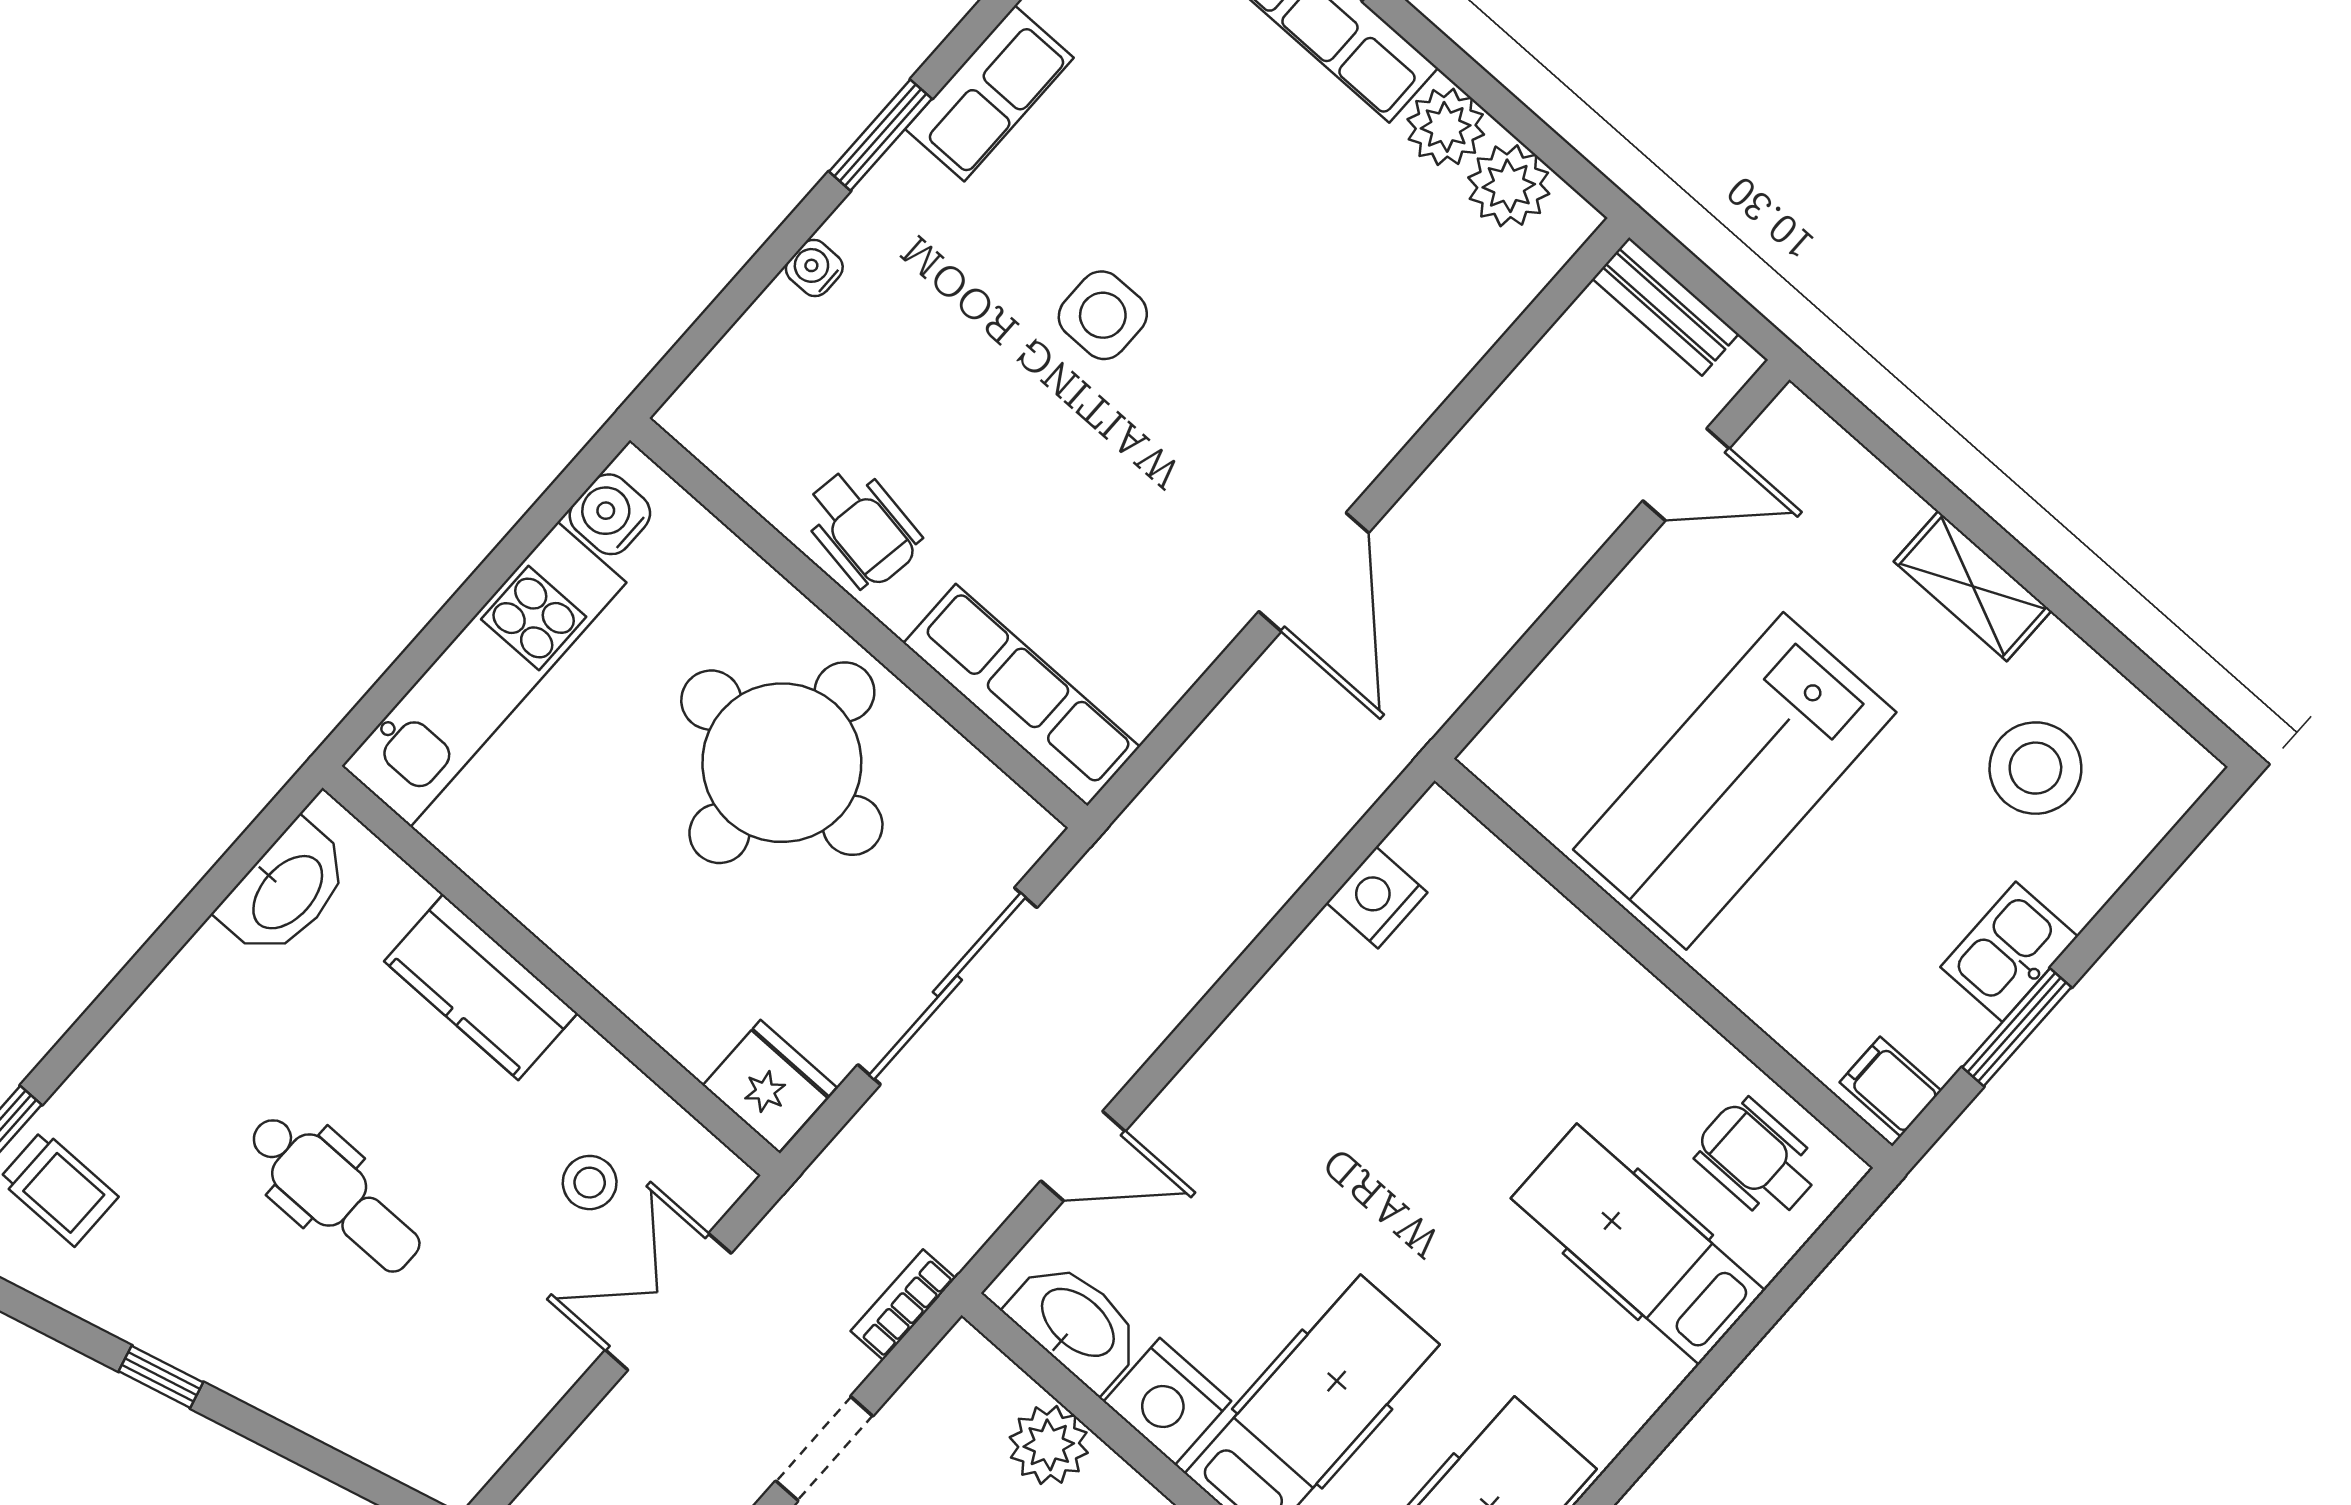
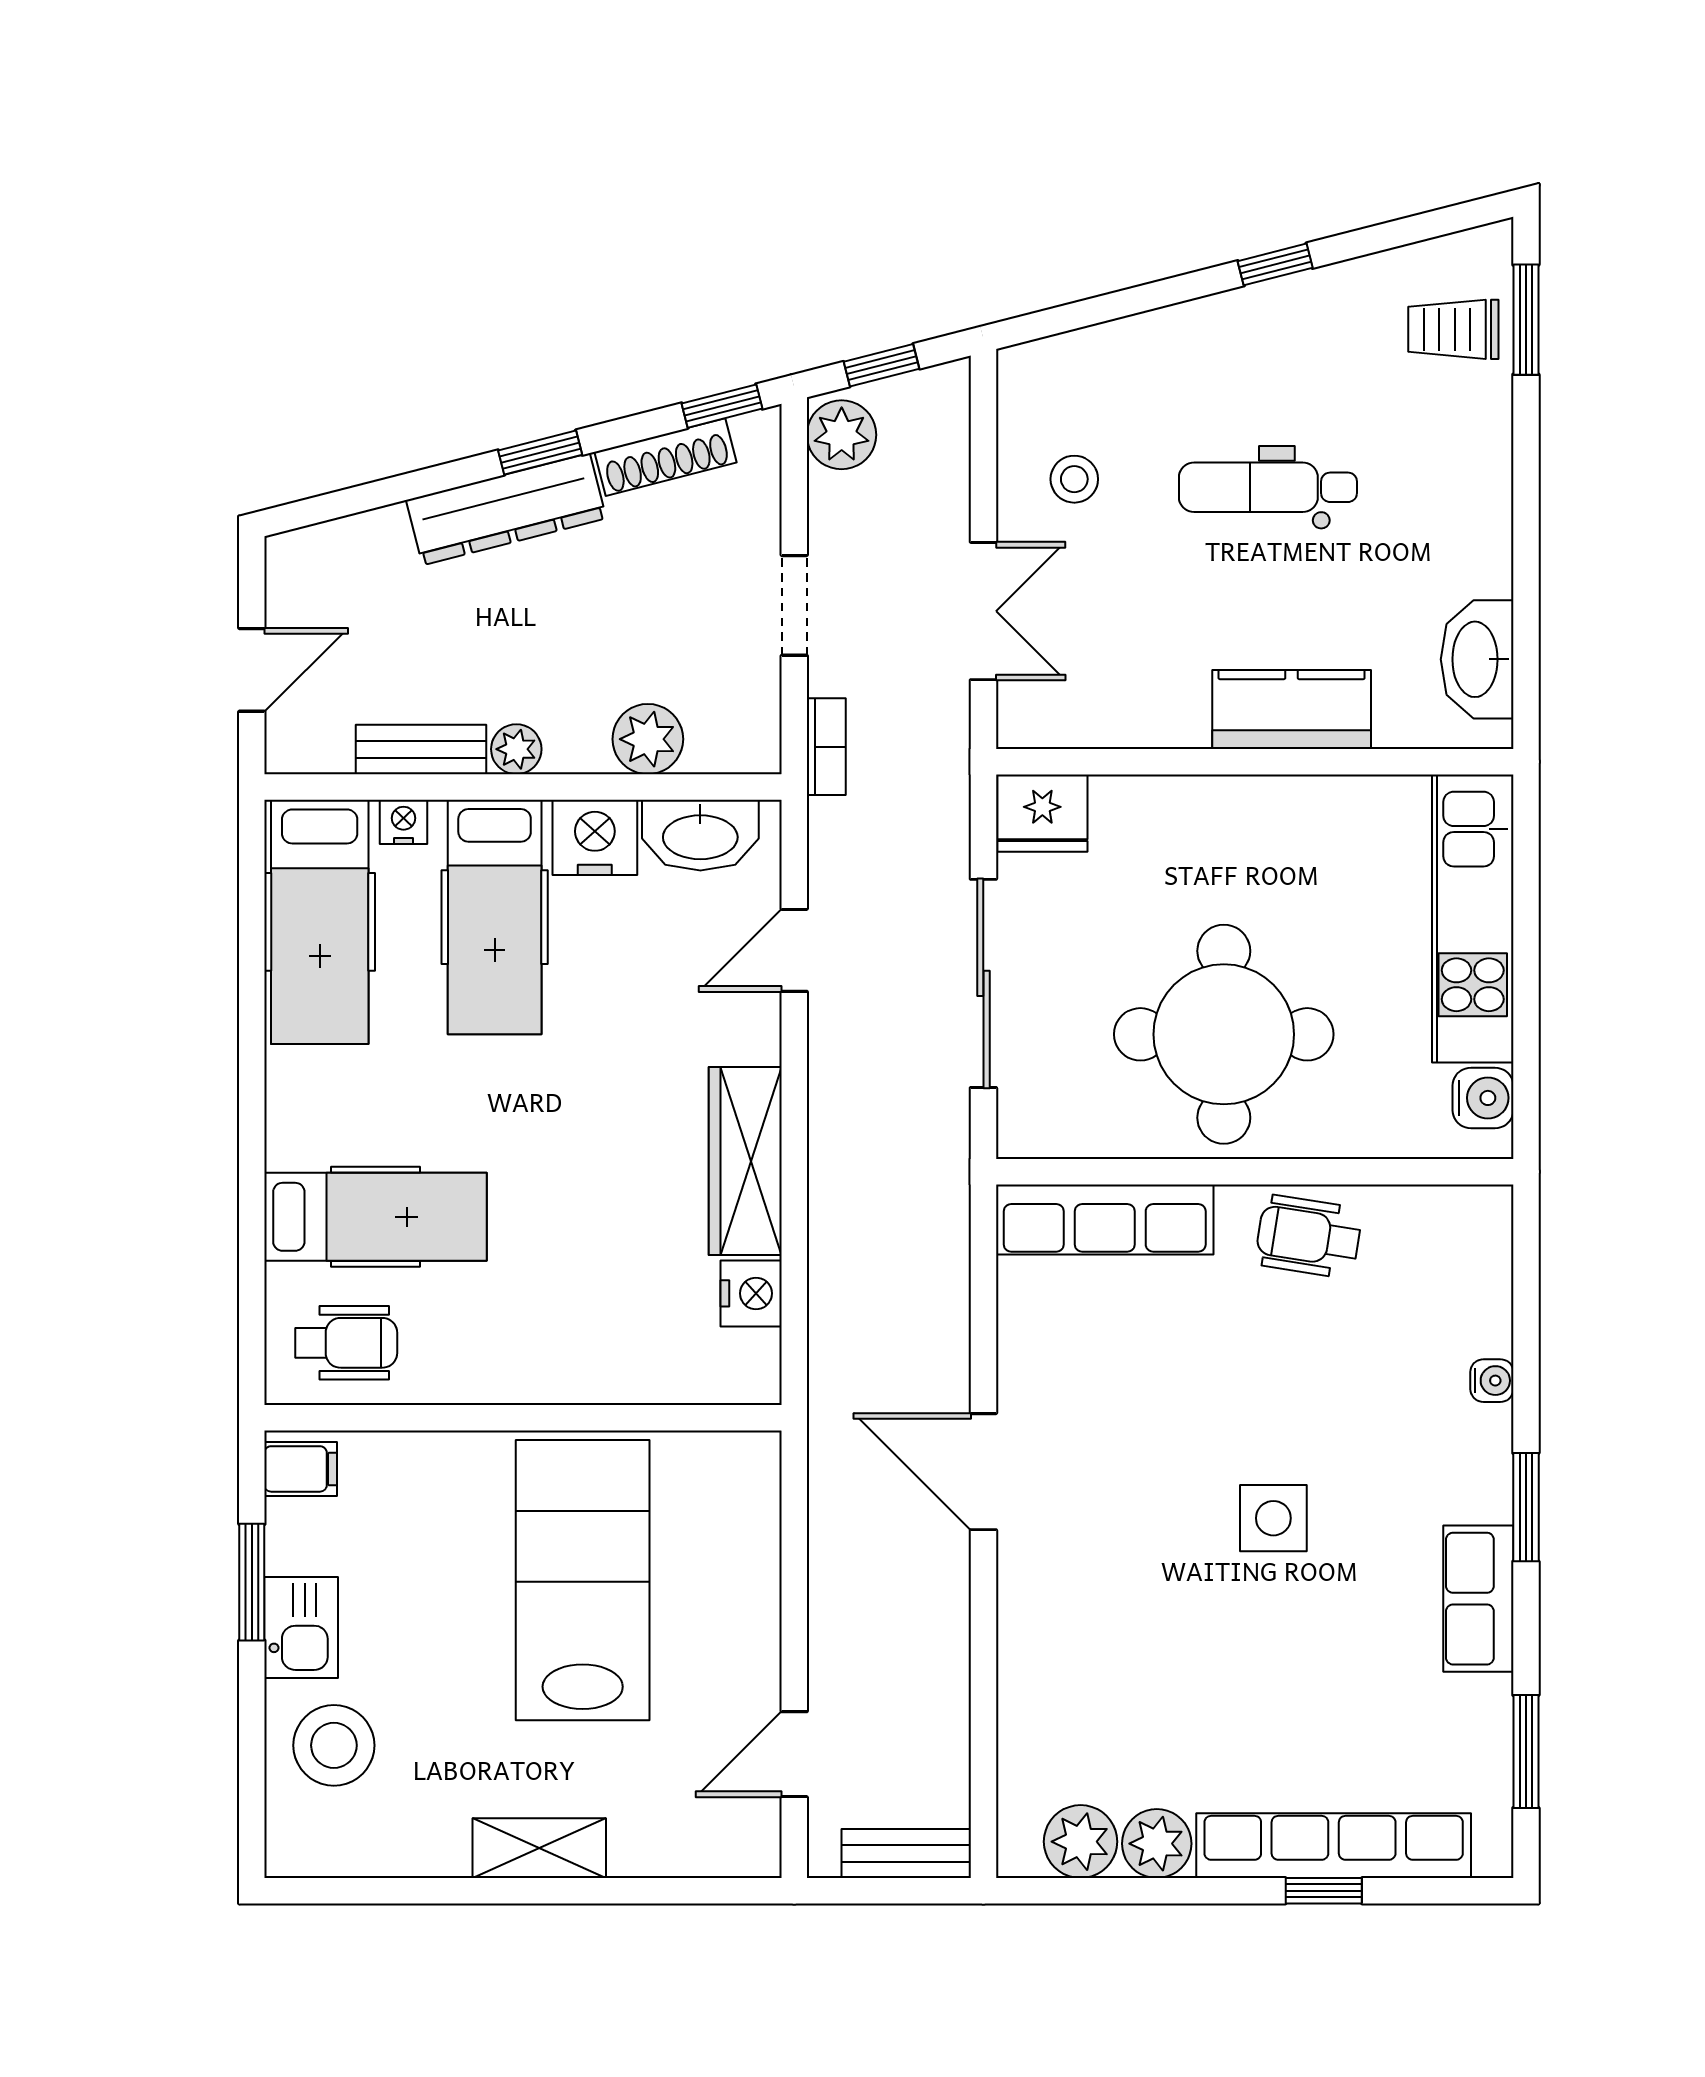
stool: (2035, 768) -> (334, 1745), moved
wardrobe: (1283, 1014) -> (745, 1161), added
stool: (590, 1183) -> (1074, 479), moved

